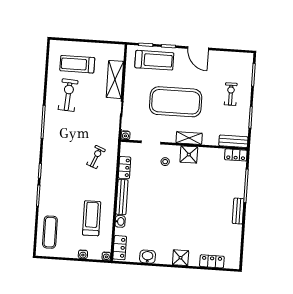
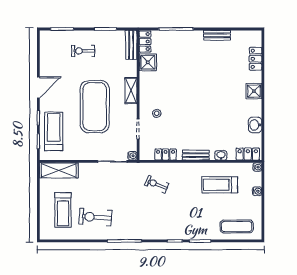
shelving: (115, 79) -> (59, 170), moved
shower: (189, 155) -> (148, 62), moved
bench: (122, 197) -> (196, 155), width x0.73
bench: (238, 211) -> (217, 35), moved

